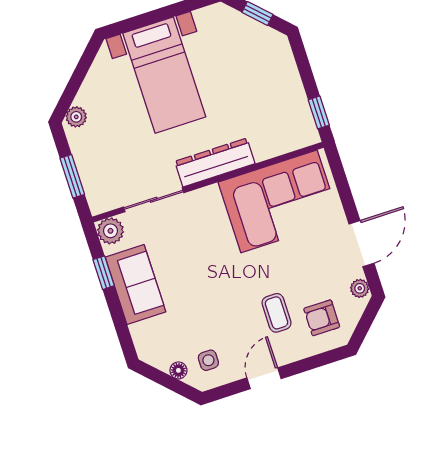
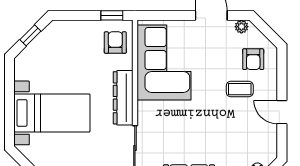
armchair: (284, 129) -> (115, 43), added
side table: (208, 360) -> (257, 146), removed

